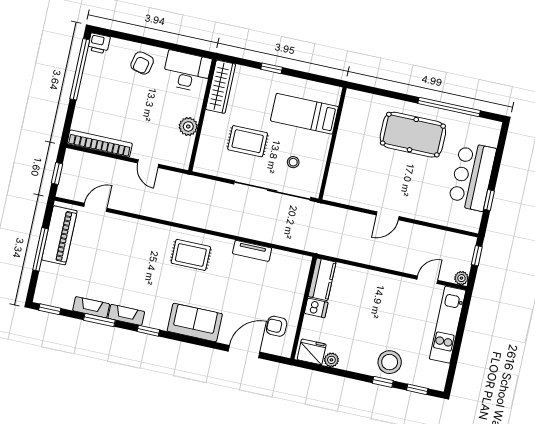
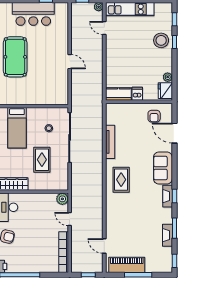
plant: (188, 126) -> (62, 199), moved
door: (148, 164) -> (70, 219), swing flipped
tv unit: (252, 251) -> (110, 142), width x1.41
fireplace: (126, 315) -> (168, 196), moved

